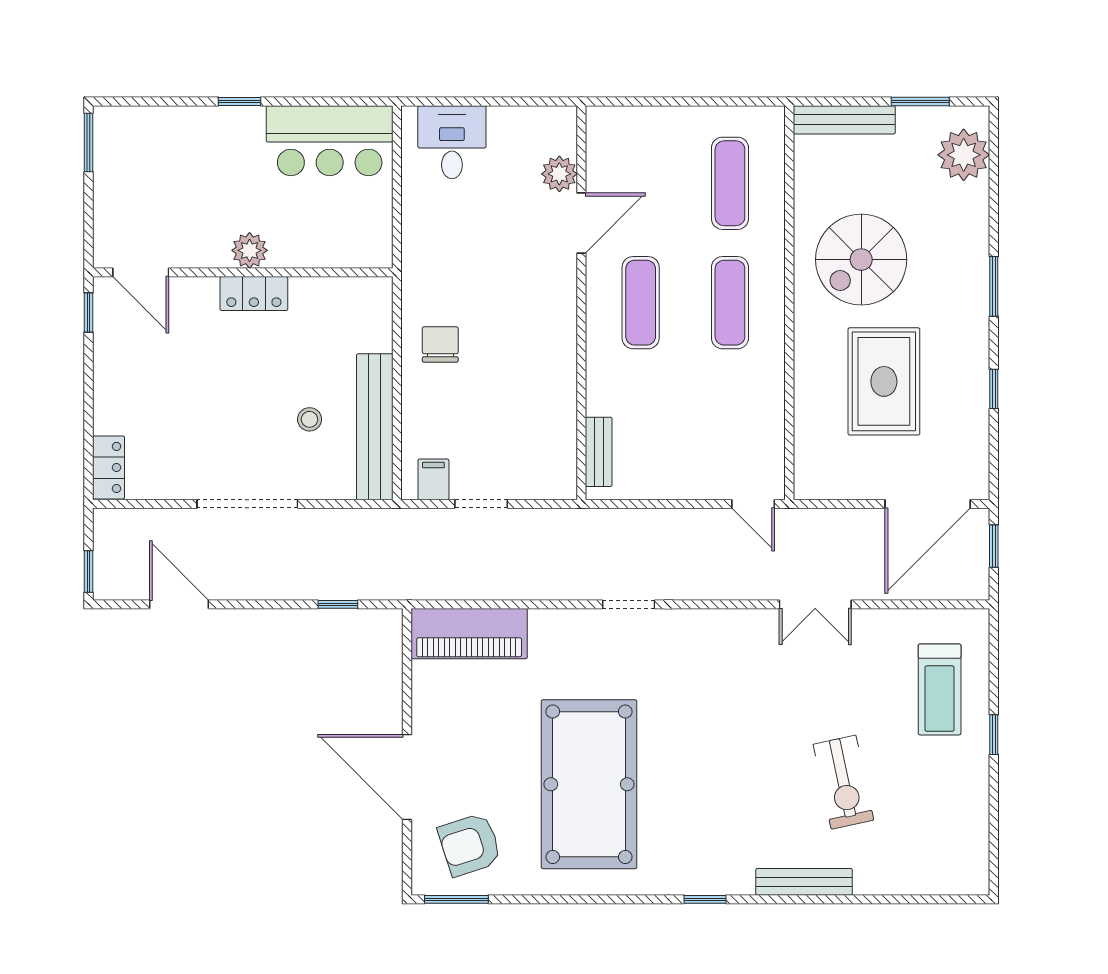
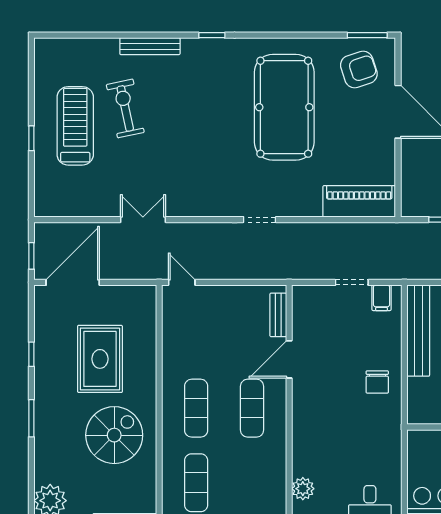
door: (581, 223) -> (289, 359), moved
treadmill: (940, 689) -> (75, 126), moved, width x1.37, depth x1.38

